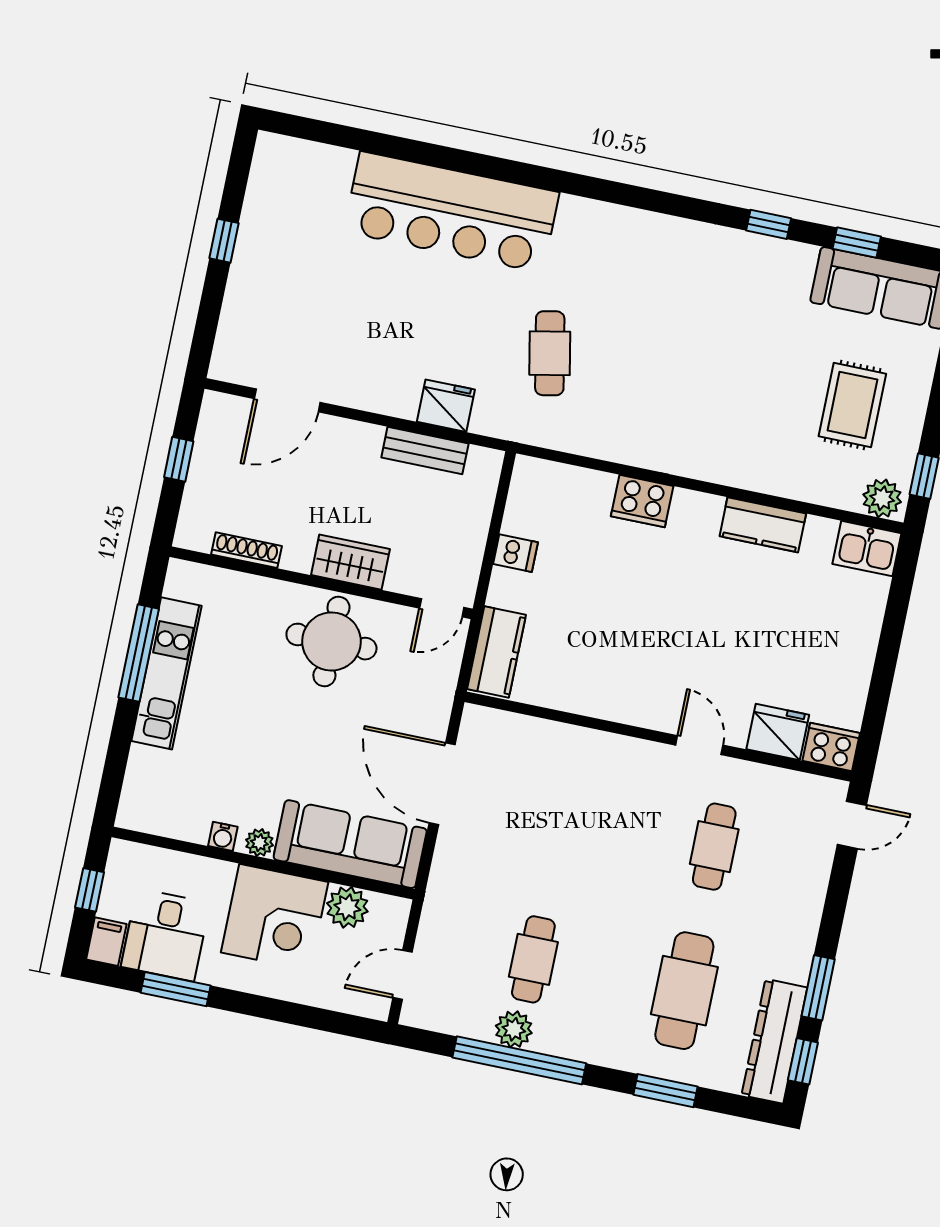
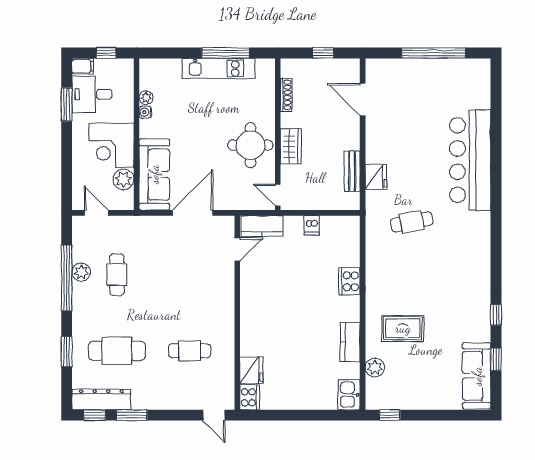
window: (224, 241) -> (434, 53), width x3.17
rug: (852, 405) -> (403, 328), moved
plant: (882, 498) -> (375, 368), moved
door: (699, 745) -> (237, 249), moved
plant: (259, 843) -> (146, 98), moved
cafe table: (533, 959) -> (117, 275), turned 90

